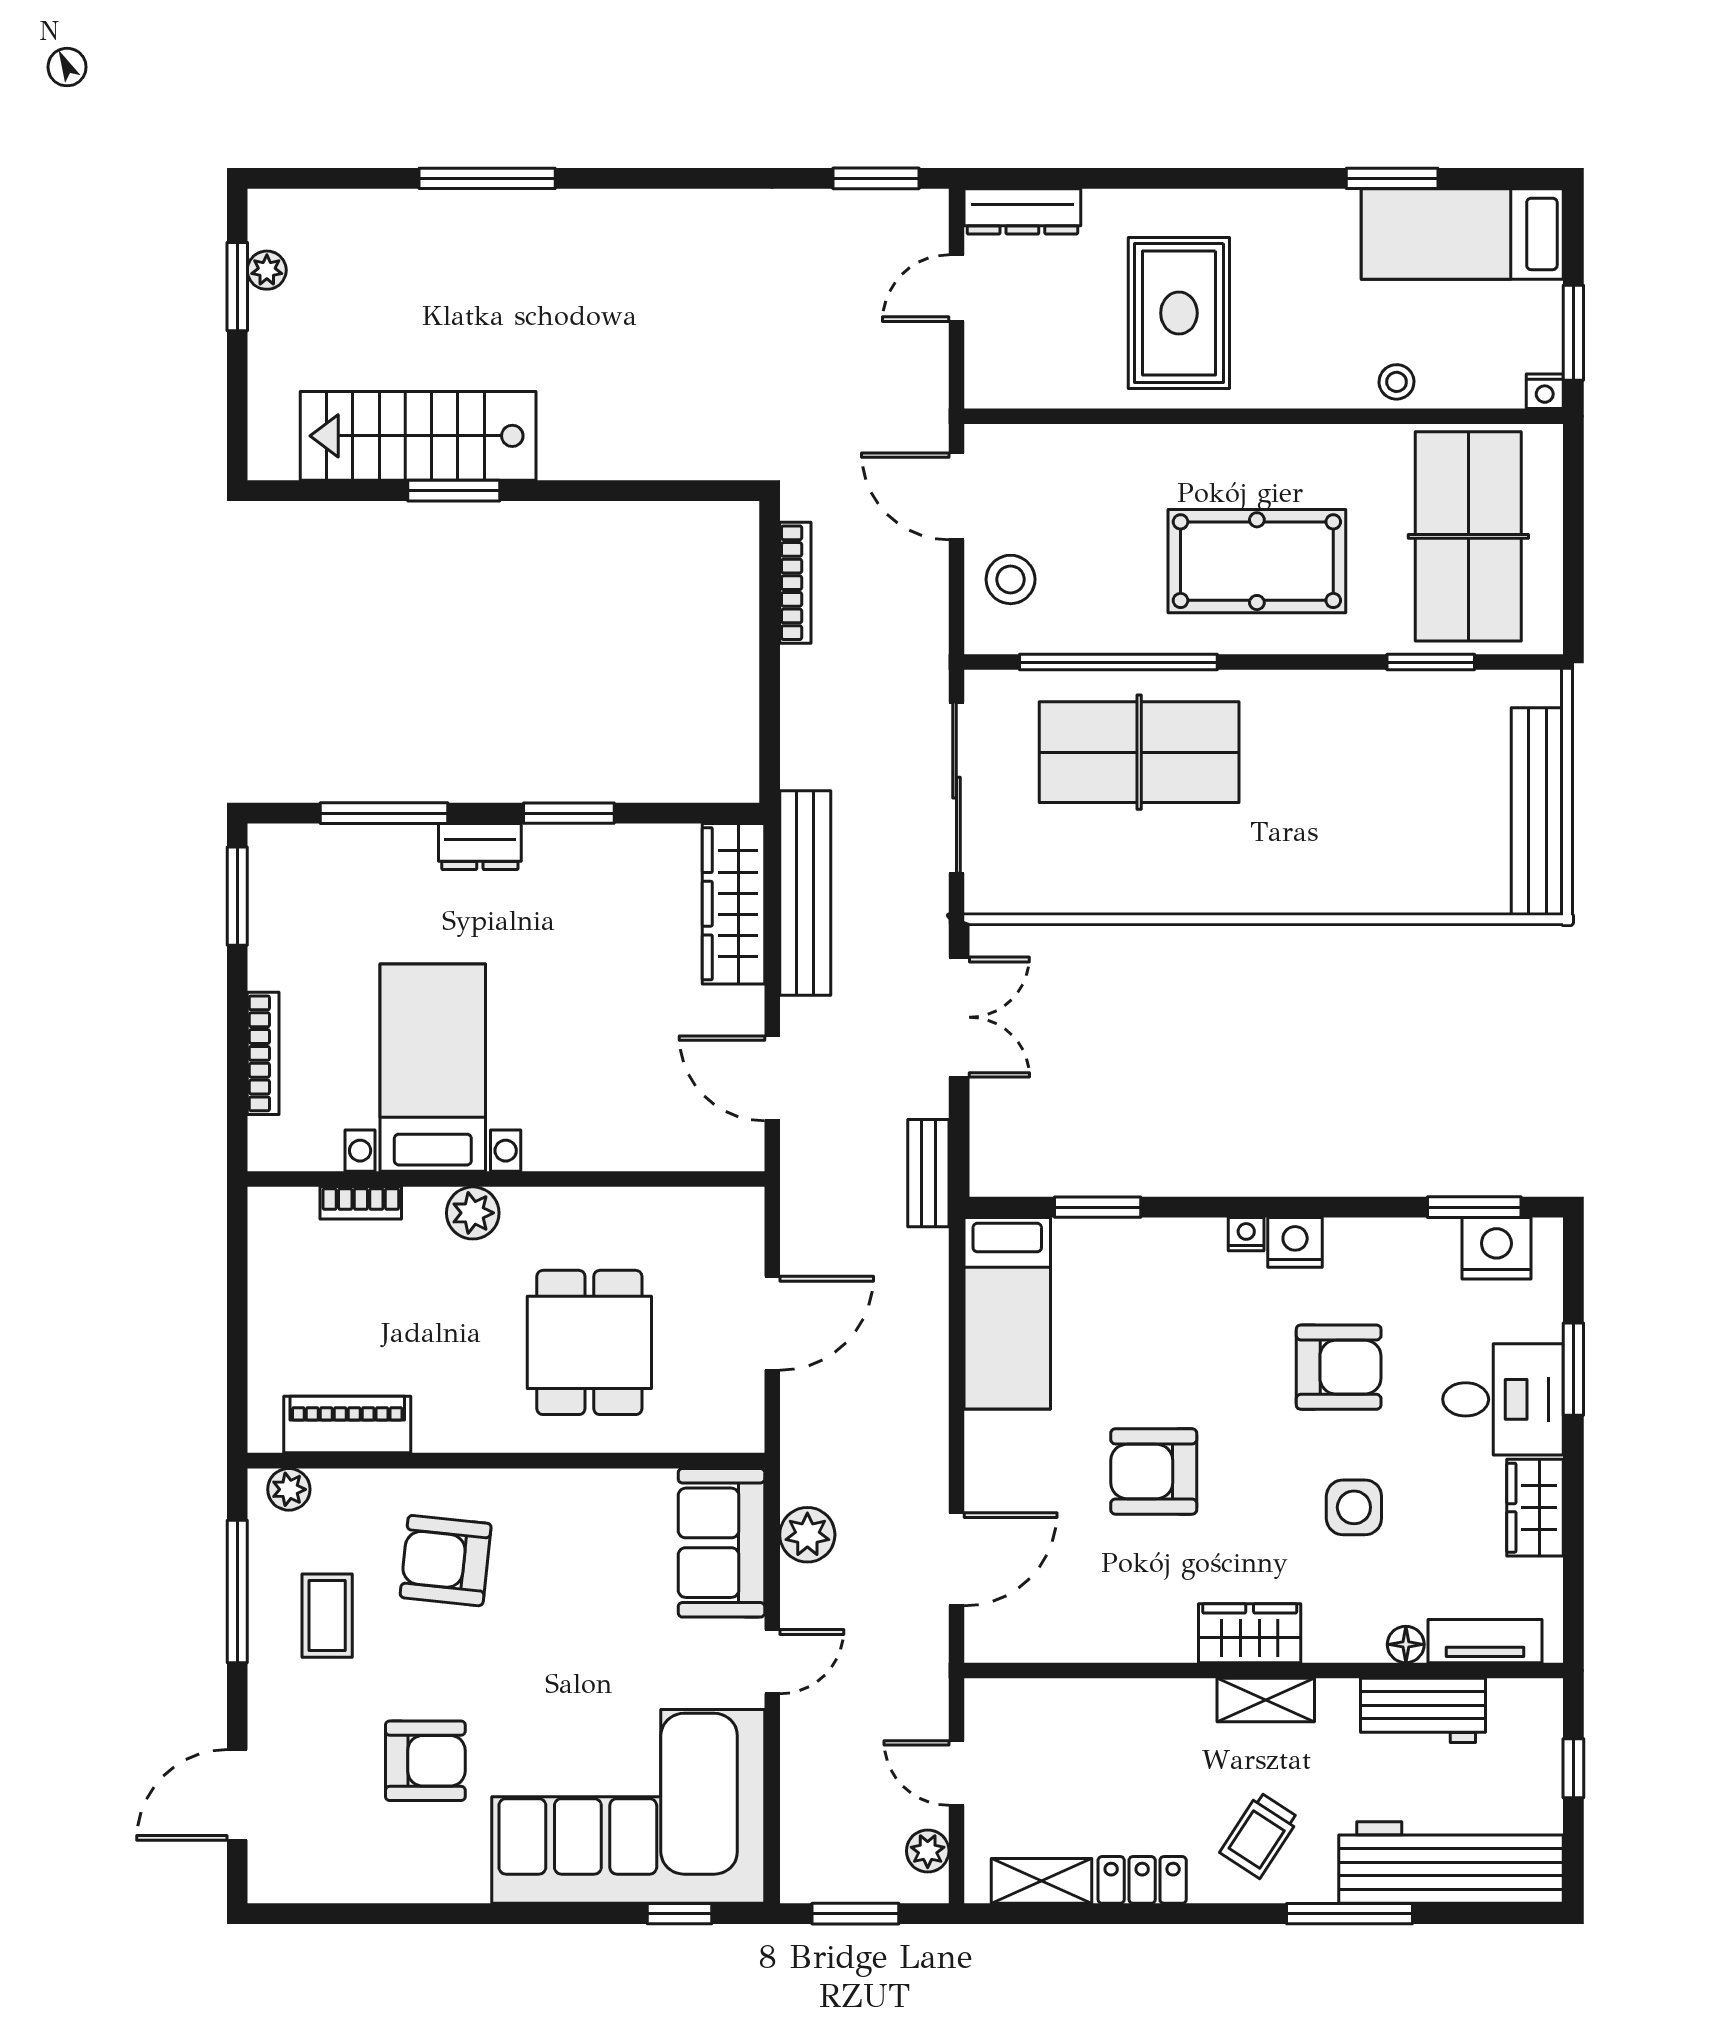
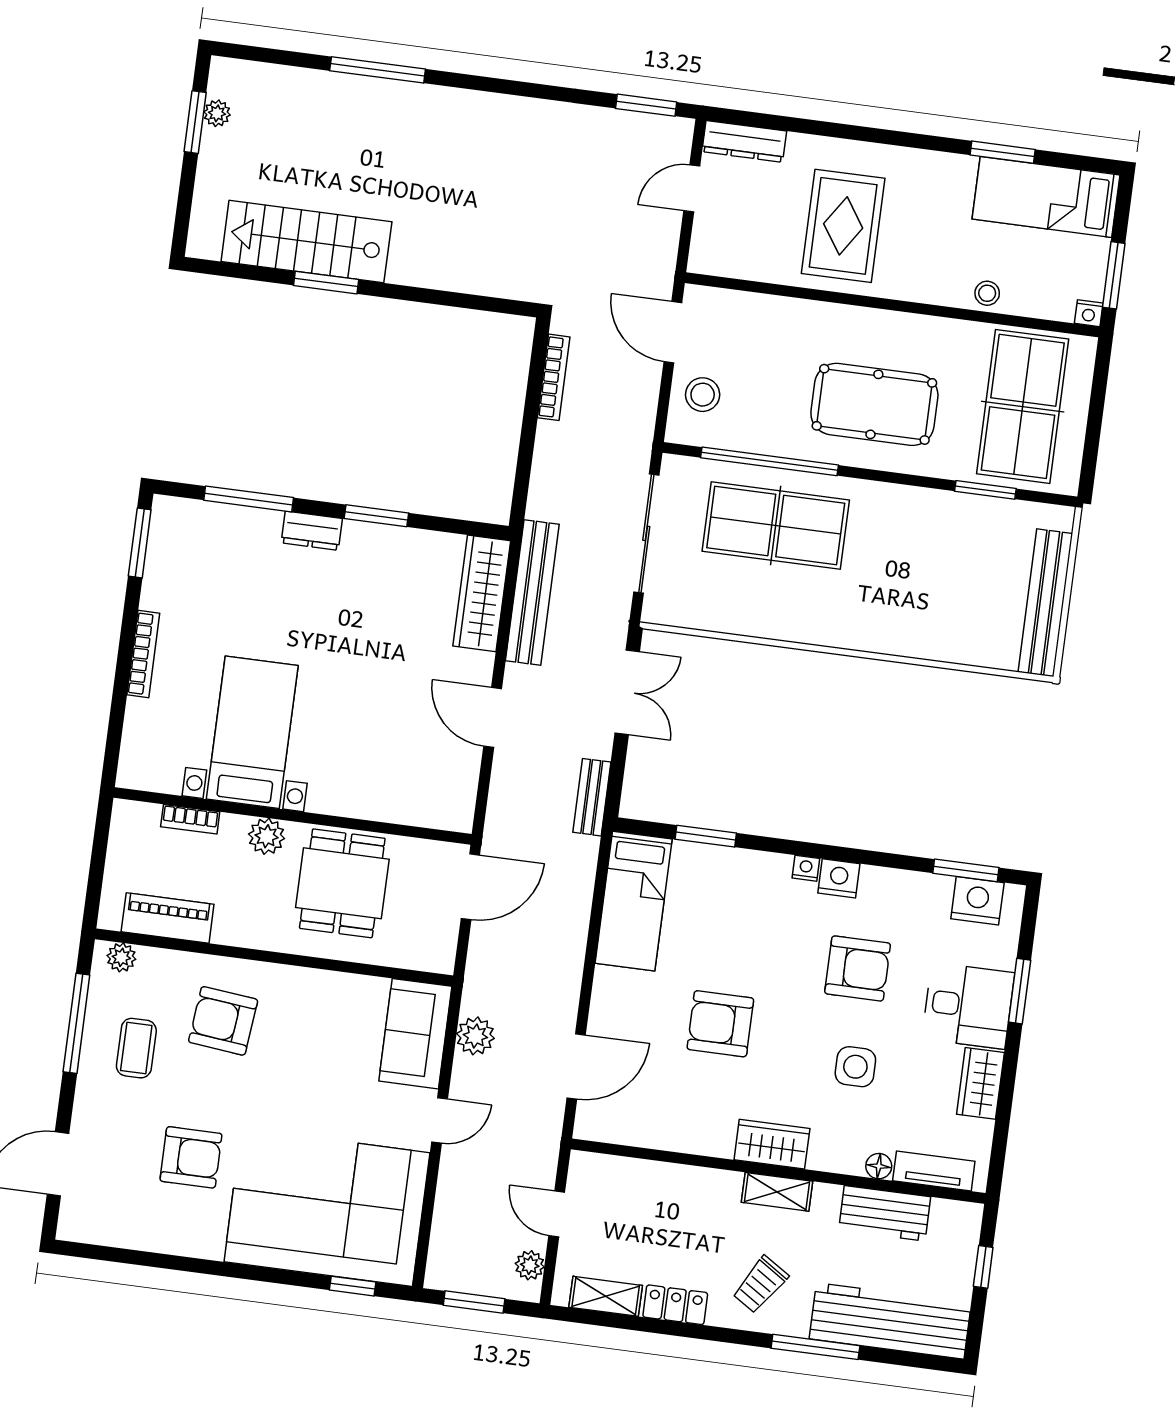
bed with nightstands: (433, 1068) -> (252, 732), moved
wall: (506, 1179) -> (293, 816), moved
bookcase: (361, 1203) -> (190, 819), moved
plant: (473, 1213) -> (267, 836), moved

